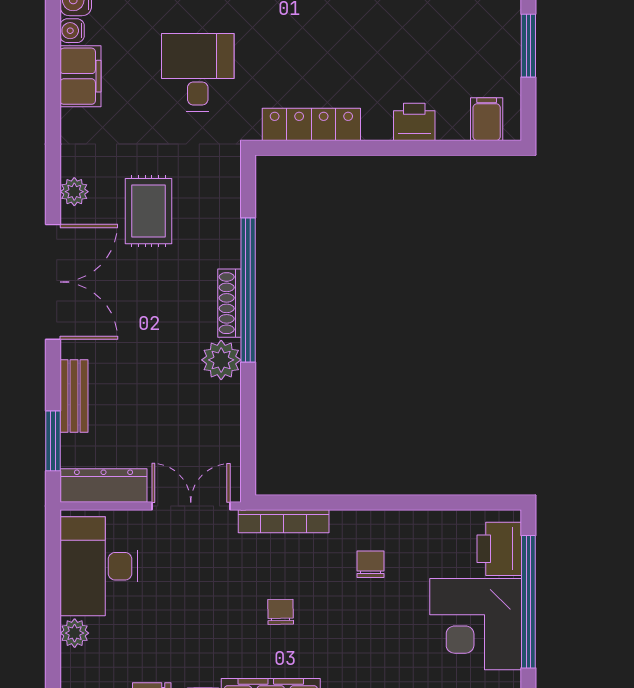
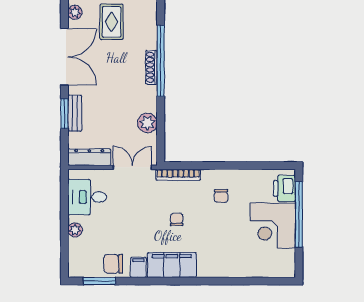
plant: (221, 360) -> (147, 123), moved
window: (53, 441) -> (64, 114), moved
chair: (371, 564) -> (221, 196), turned 180
desk: (99, 566) -> (87, 197), width x0.73

